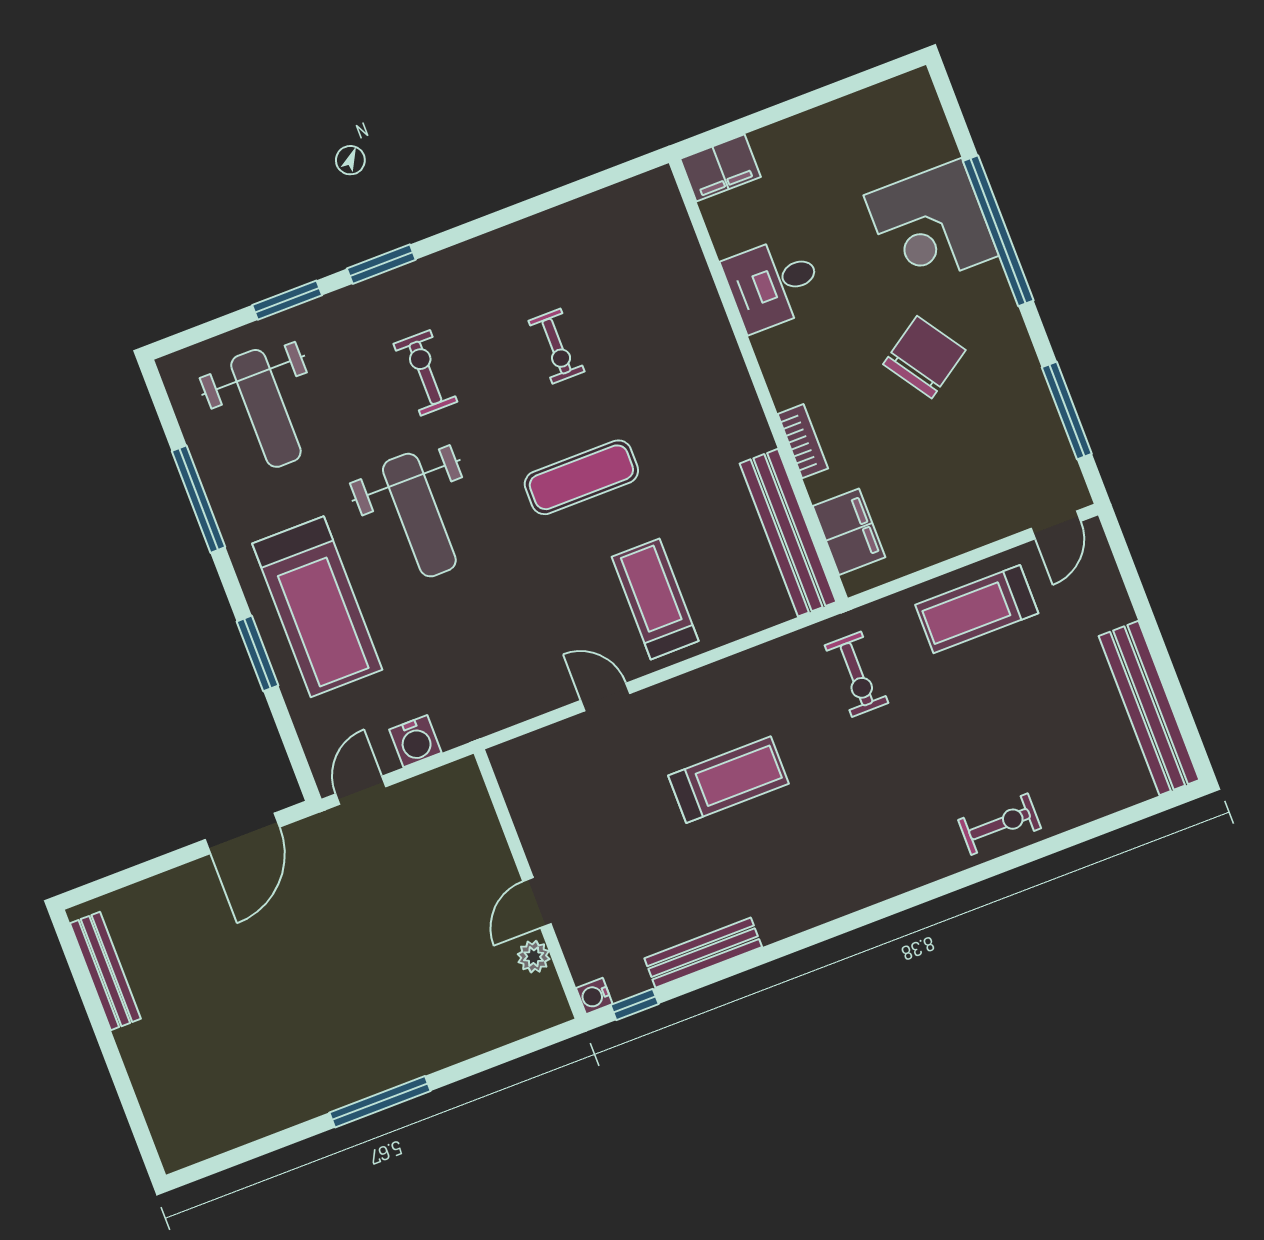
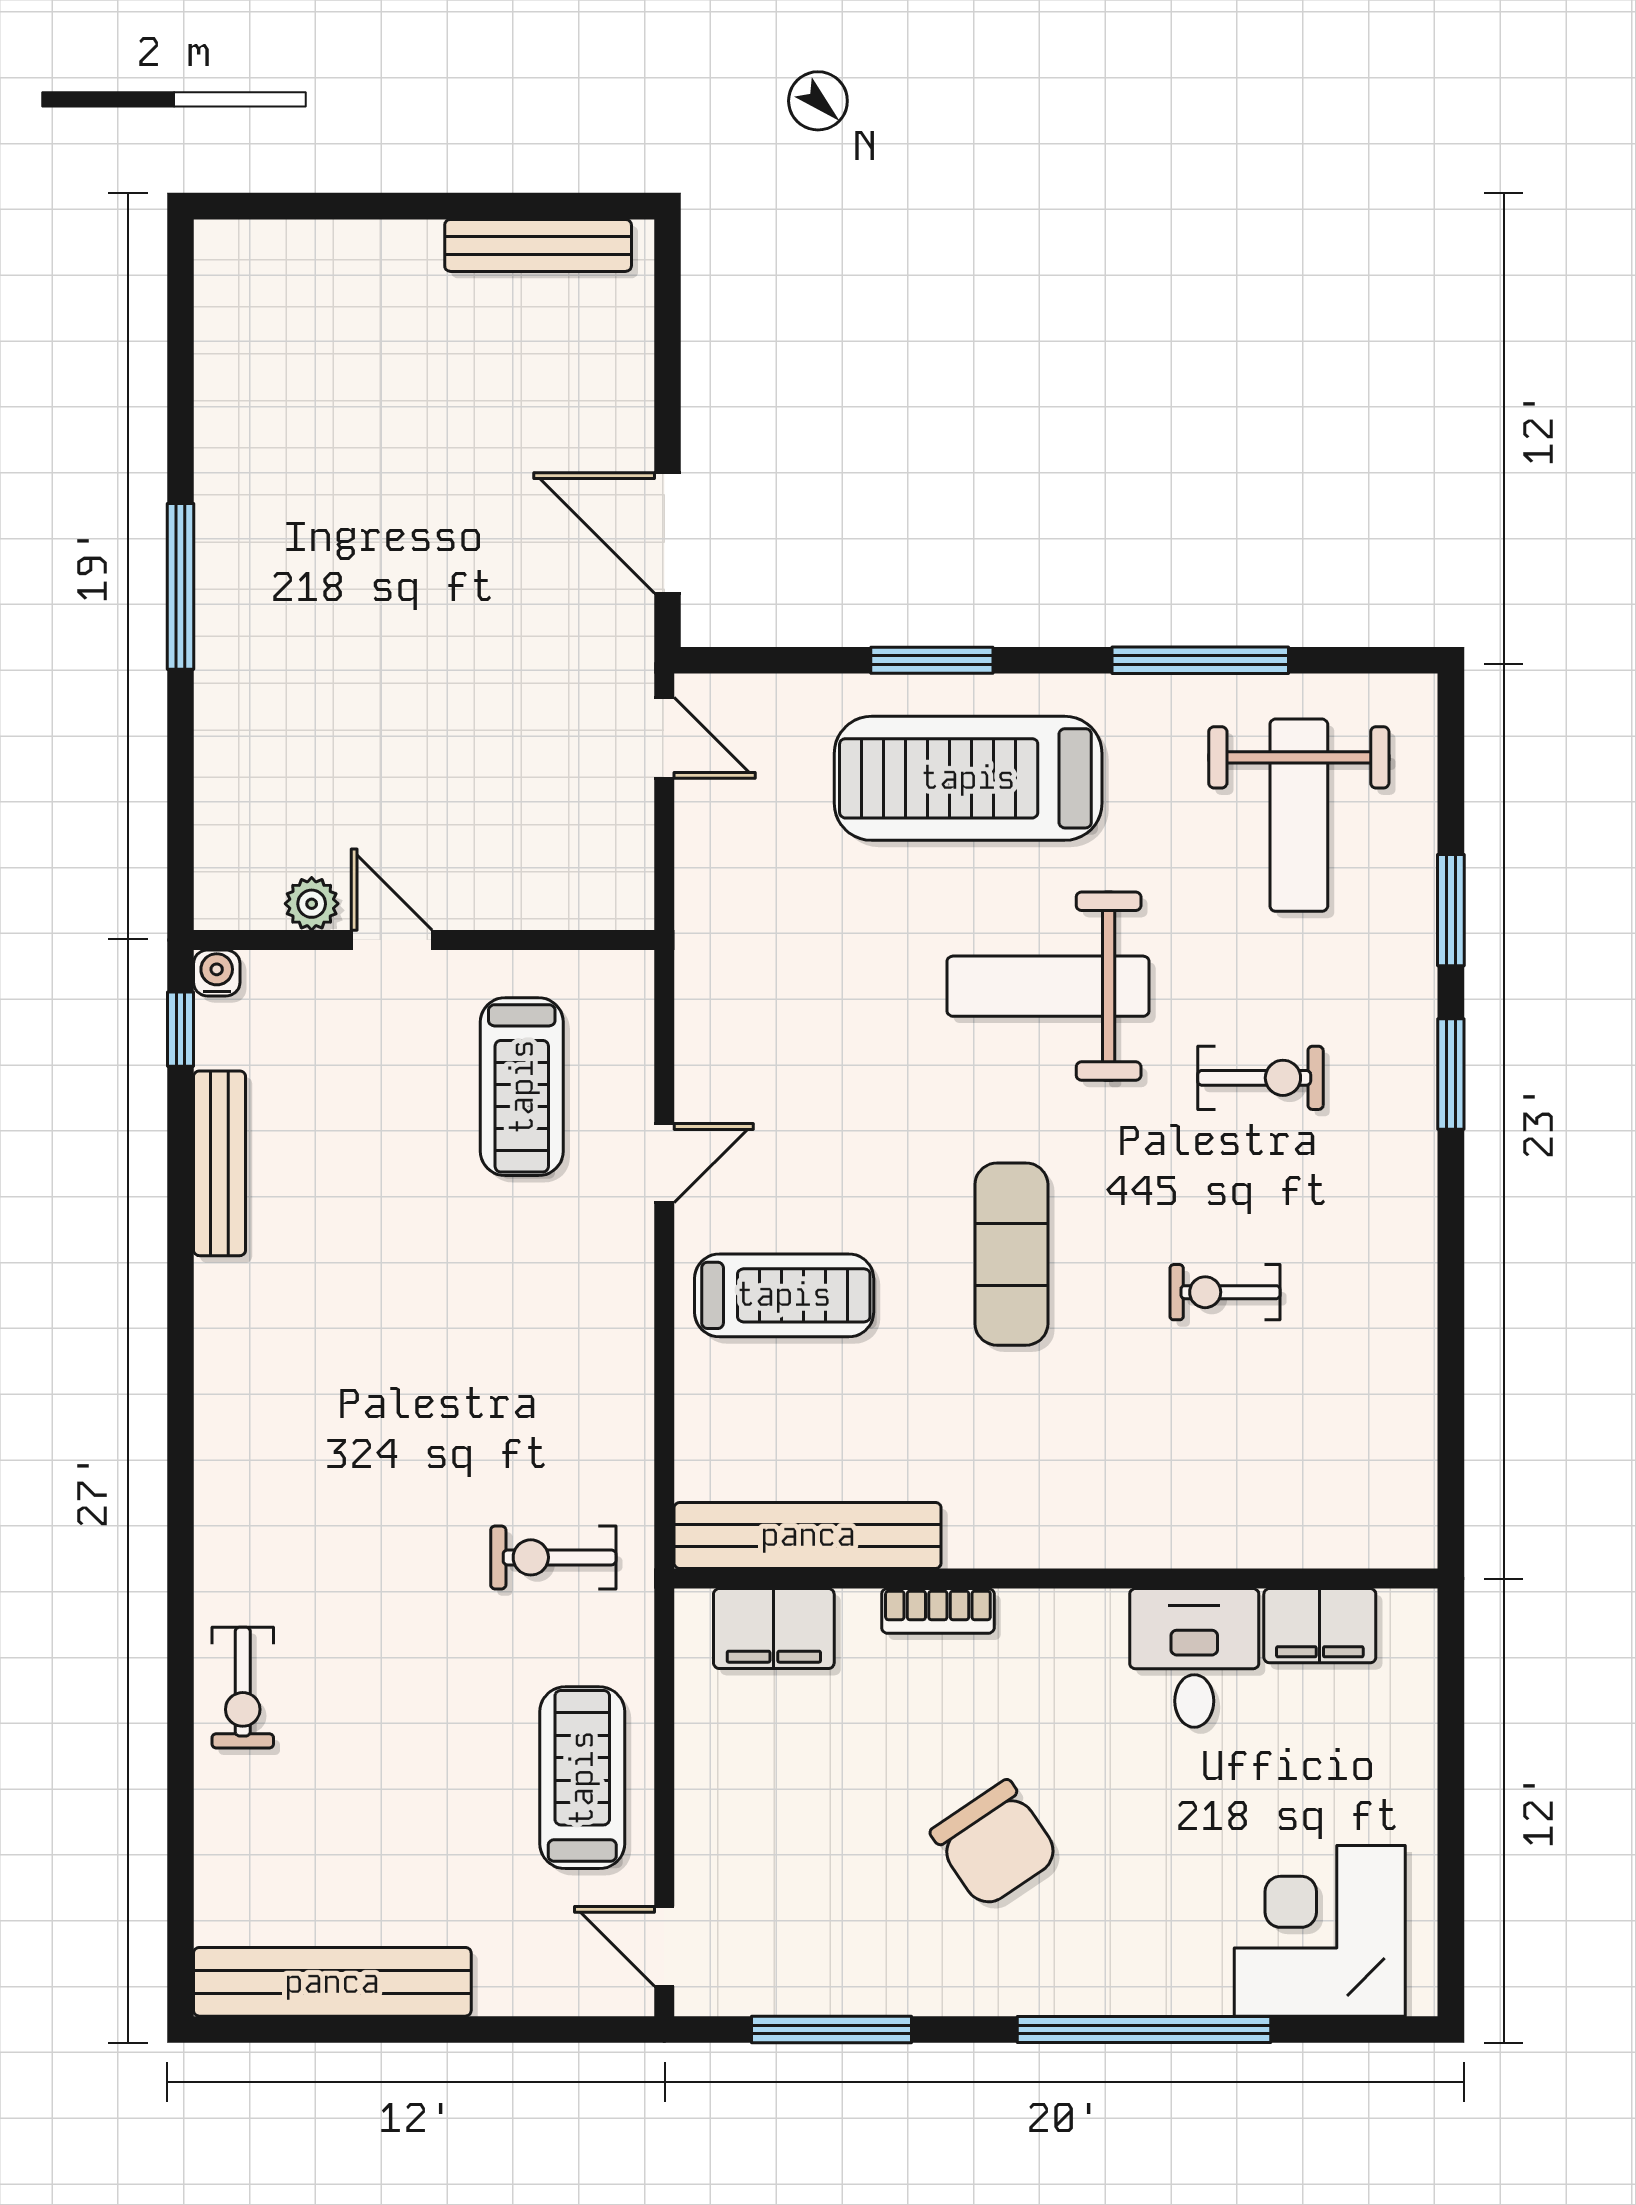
filing cabinet: (720, 168) -> (1320, 1626), moved, turned -90
corner desk: (931, 225) -> (1320, 1931), moved
weight bench: (266, 408) -> (1299, 815), turned -90
water cooler: (415, 741) -> (707, 849), removed
treadmill: (729, 780) -> (522, 1087), moved

